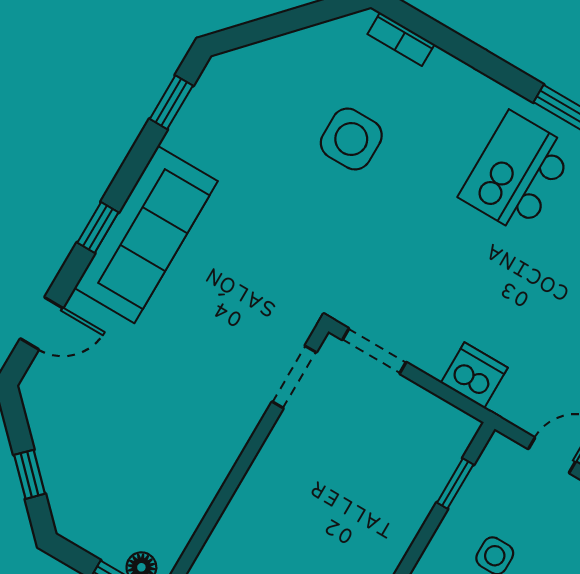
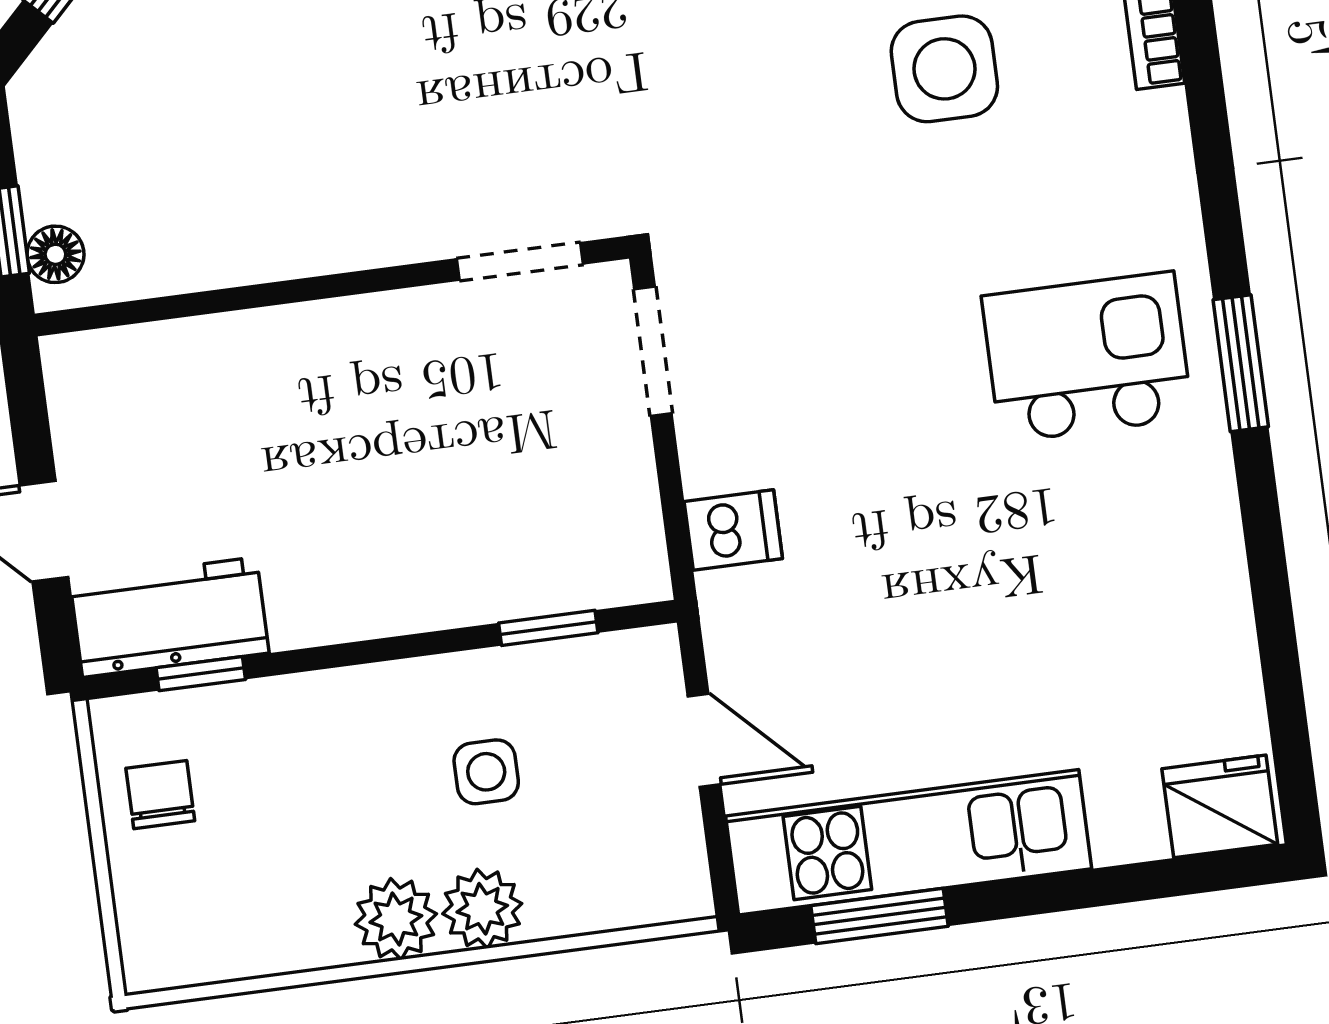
dishwasher: (474, 375) -> (733, 530), width x0.73

